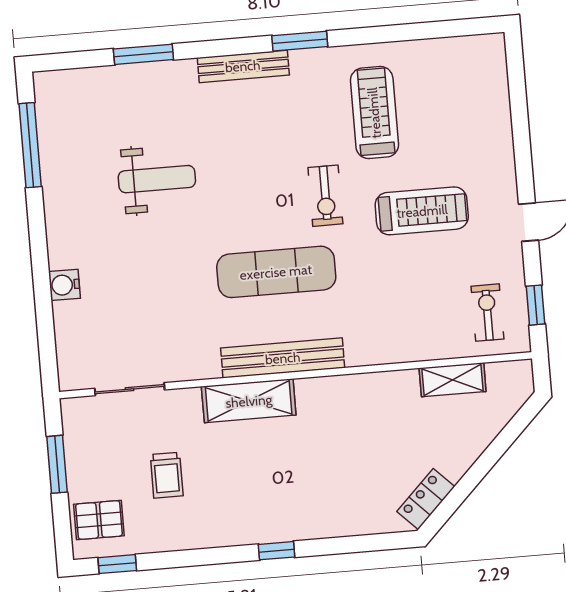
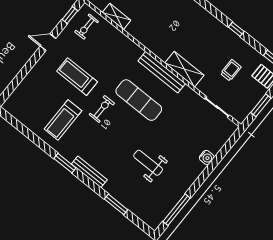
window: (277, 551) -> (236, 29), moved

